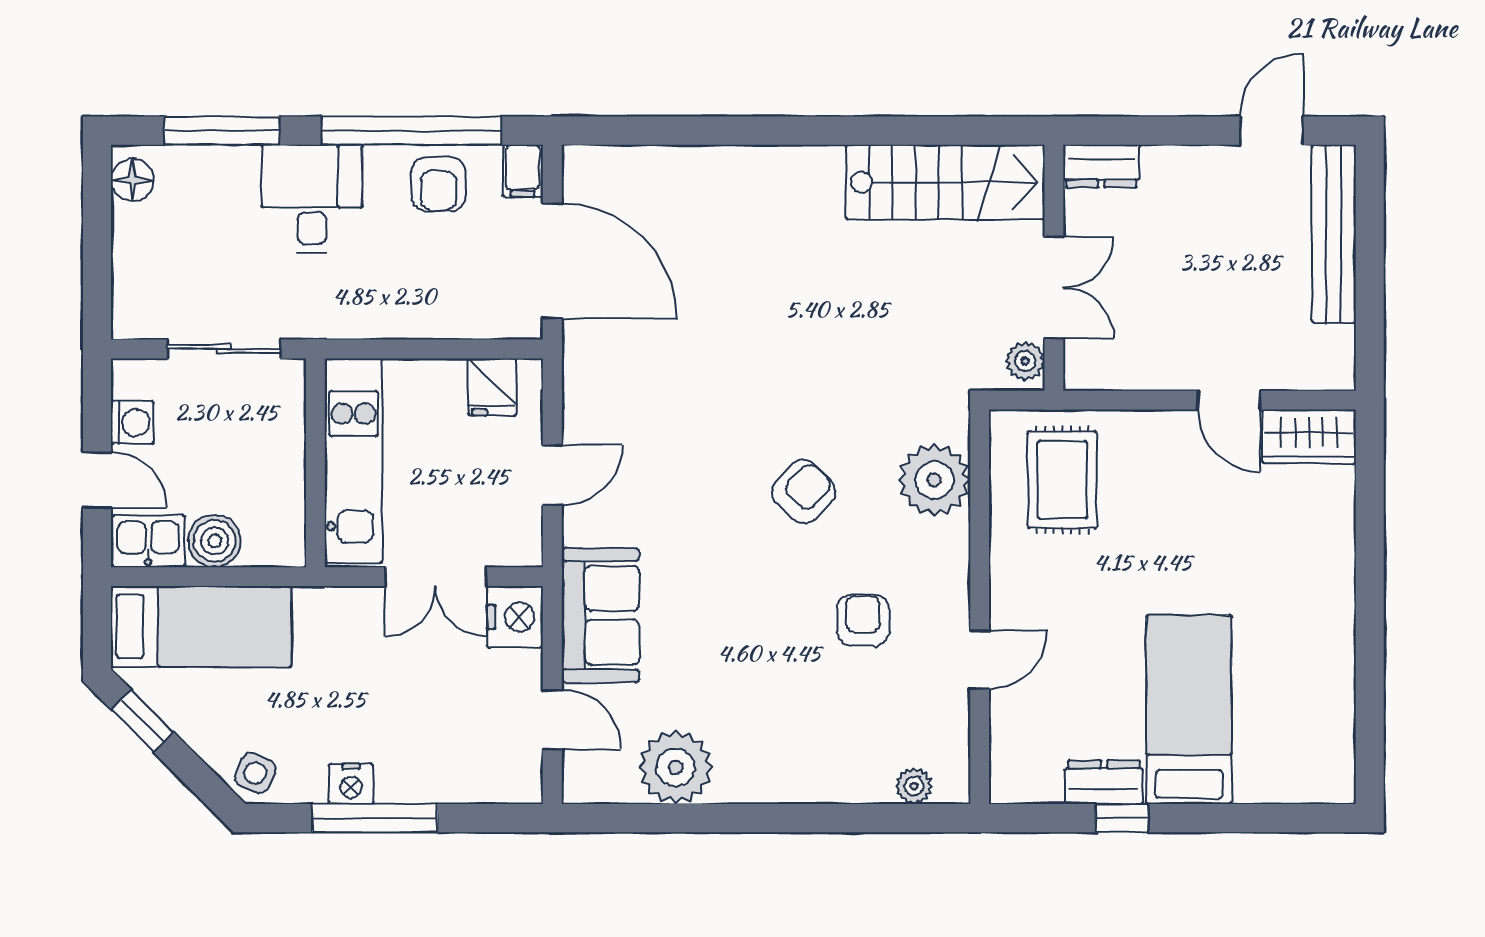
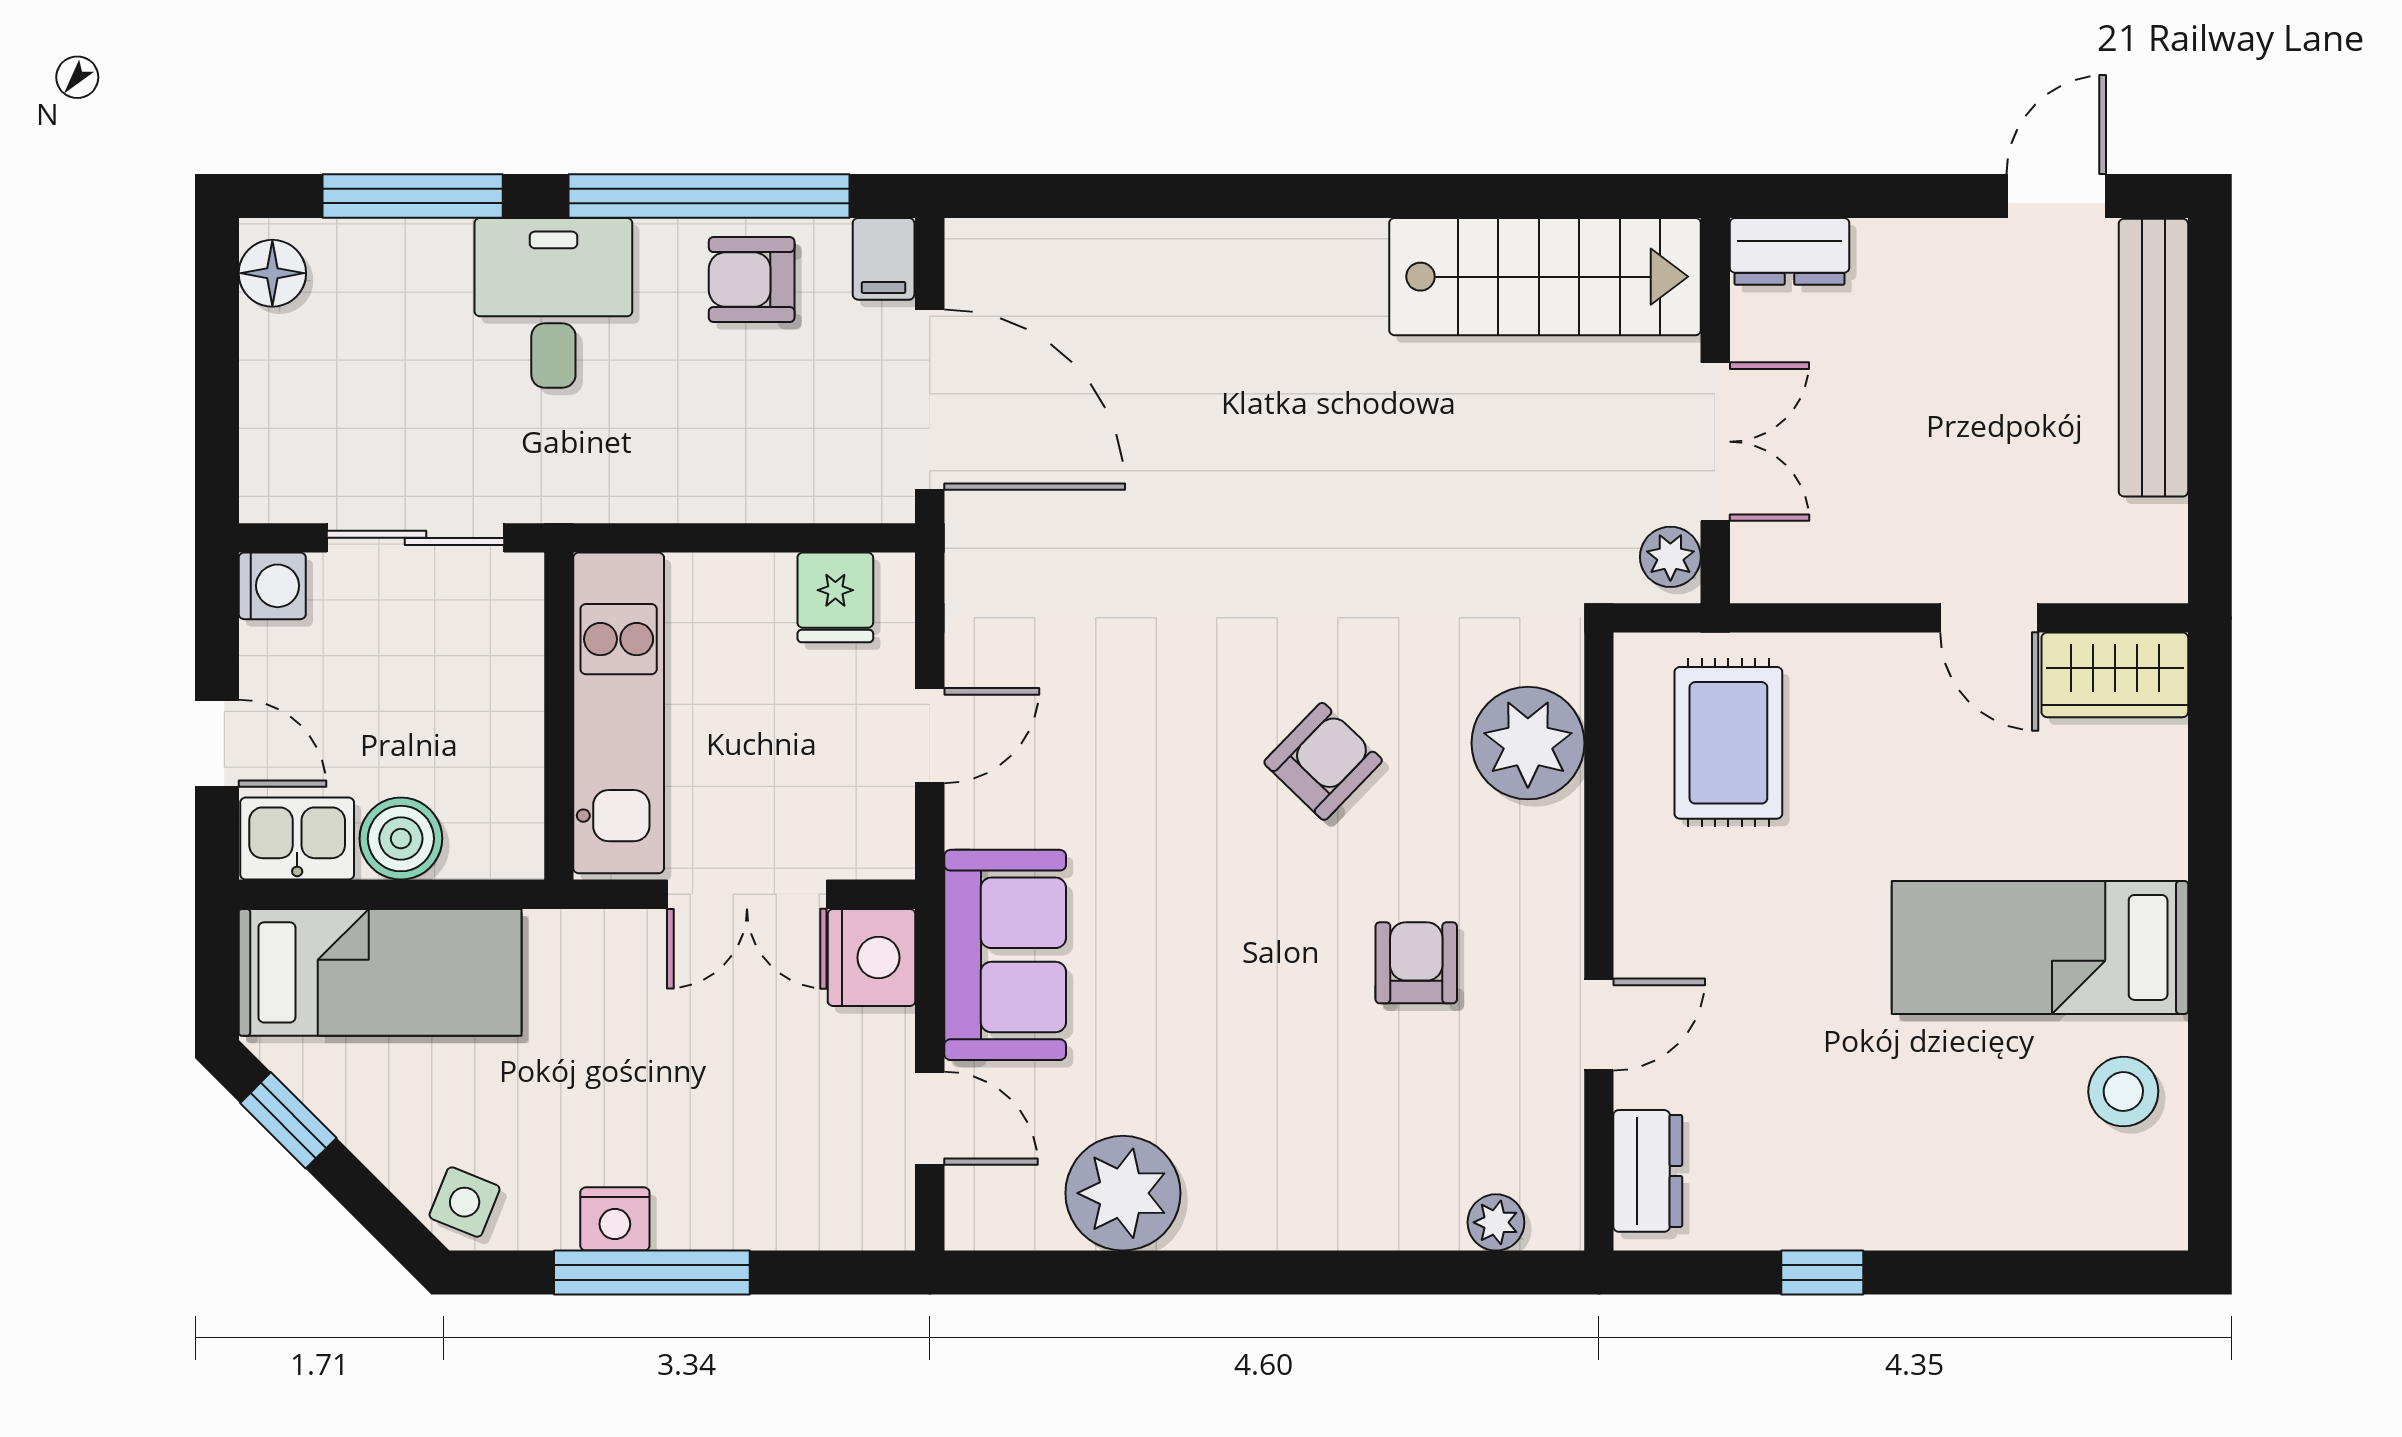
armchair: (438, 184) -> (752, 280), turned 90
washing machine: (132, 423) -> (272, 586), moved
stool: (1314, 703) -> (2123, 1092), added
bed: (1189, 710) -> (2040, 947), moved, turned -90
dresser: (1104, 782) -> (1648, 1171), moved, turned 90

